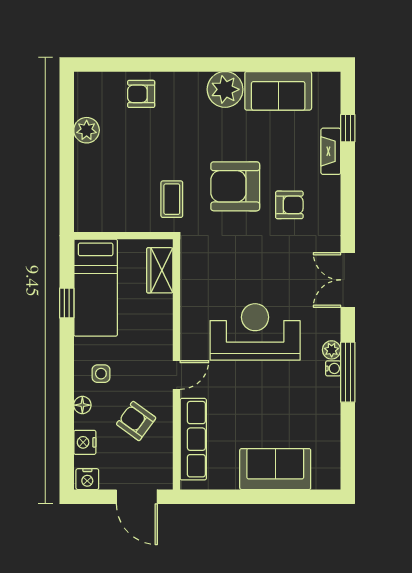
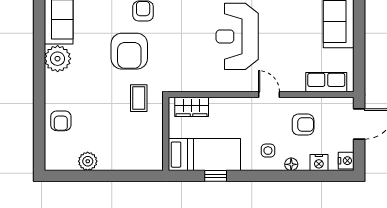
coffee table: (172, 199) -> (139, 98), turned 90
armchair: (136, 421) -> (303, 125), turned -126
row of seats: (193, 439) -> (326, 82), width x0.68

